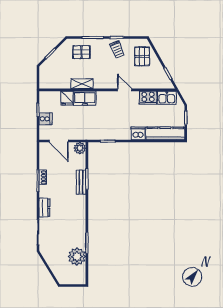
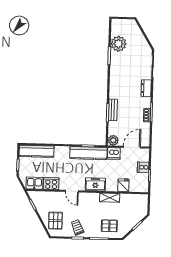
freezer: (85, 98) -> (95, 184), moved
kitchen counter: (107, 133) -> (88, 153), added
dishwasher: (138, 133) -> (114, 153), moved
door: (59, 141) -> (132, 147), hinge flipped

